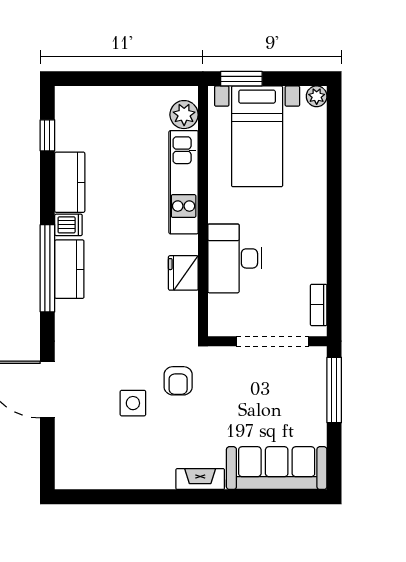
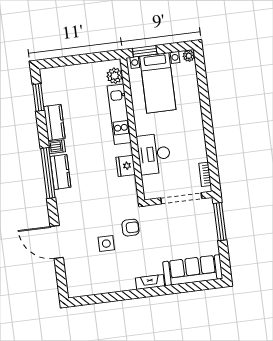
window: (47, 135) -> (38, 97), width x1.50
armchair: (178, 381) -> (130, 228), turned -90

